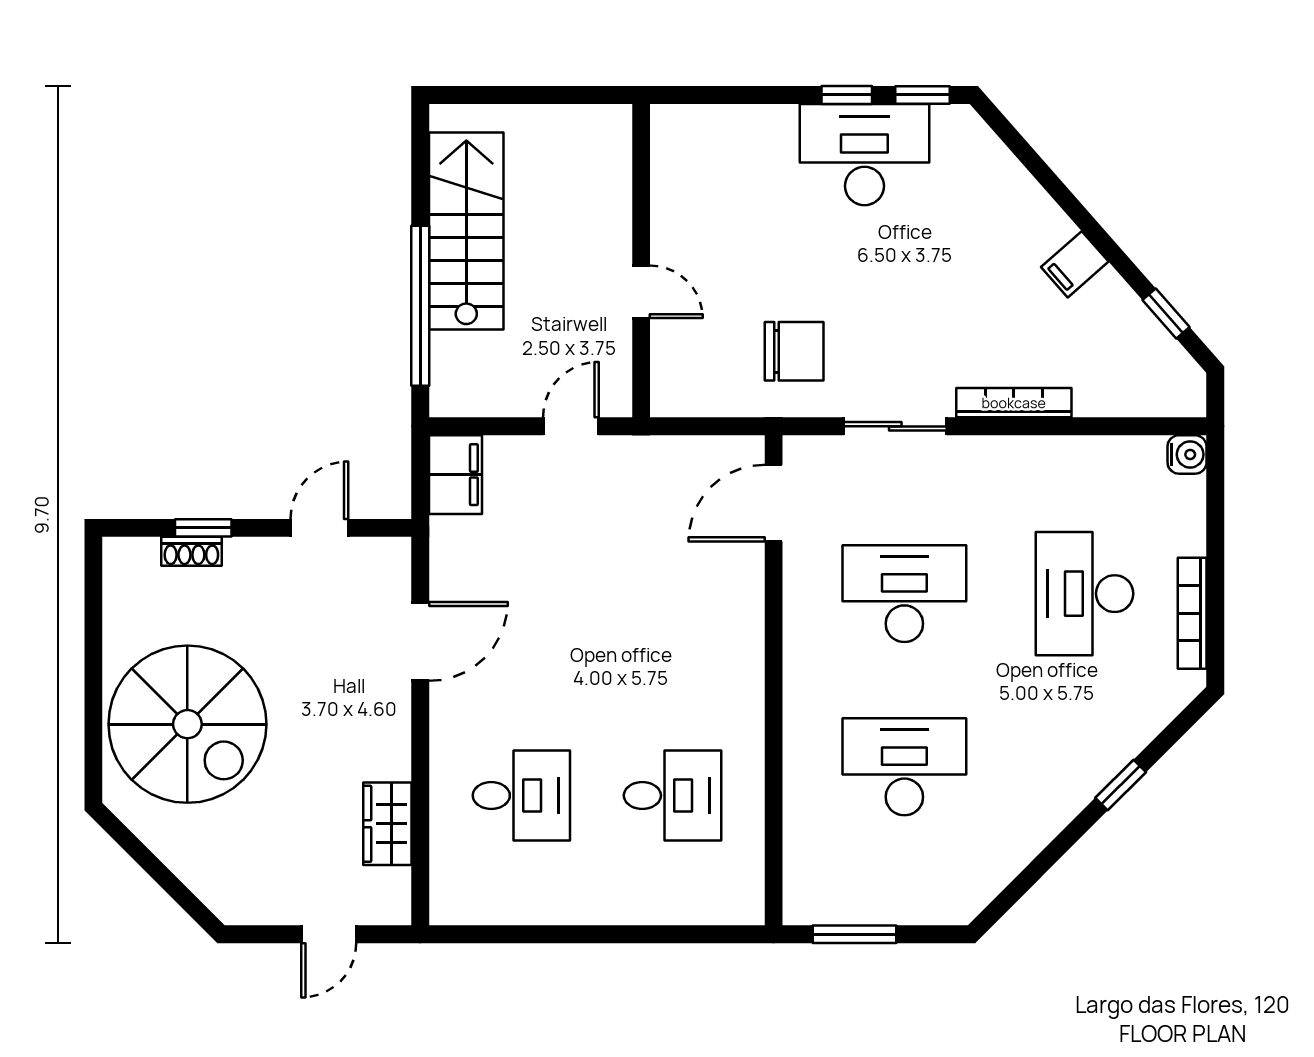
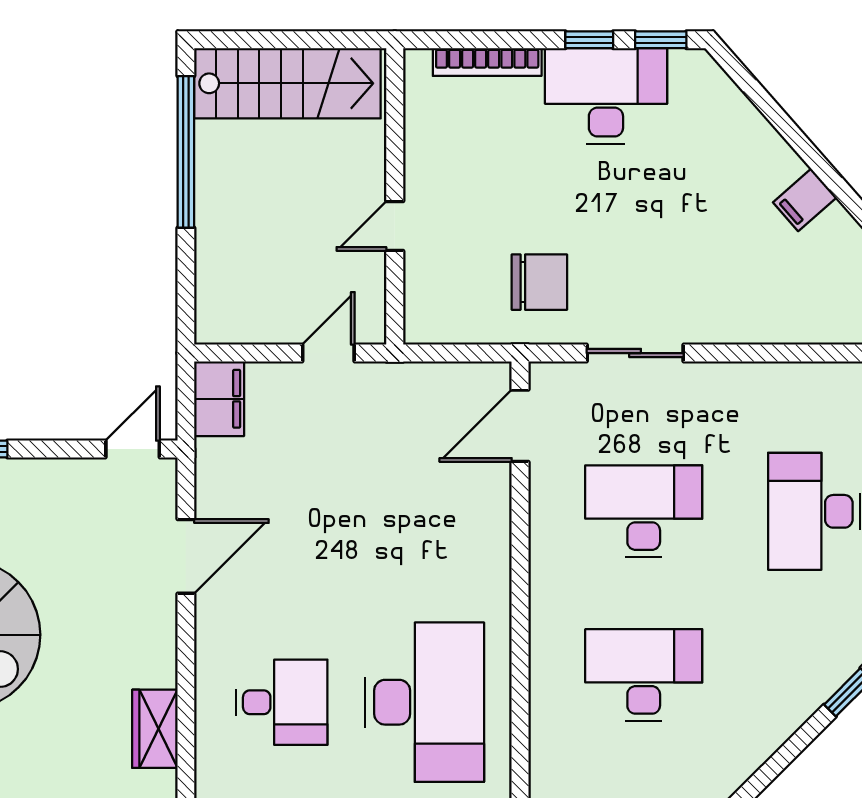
stairs: (466, 231) -> (287, 83), moved, turned 90
door: (641, 292) -> (395, 226), swing flipped
window: (420, 306) -> (186, 152), moved
bookcase: (1014, 403) -> (487, 62), moved, turned 180
door: (319, 528) -> (133, 449), moved
desk: (672, 795) -> (424, 702), width x1.87, depth x1.30

